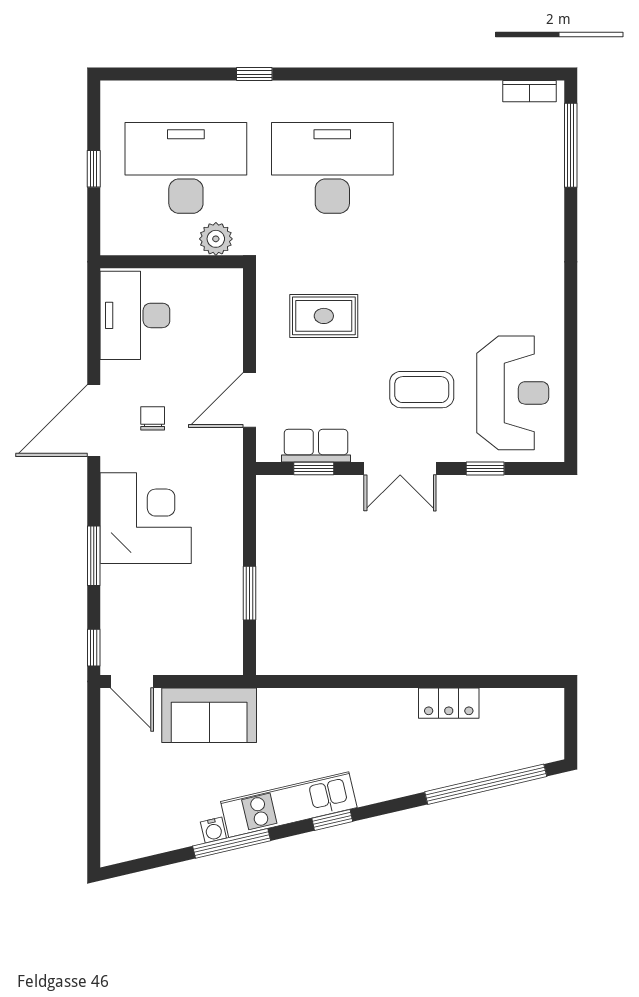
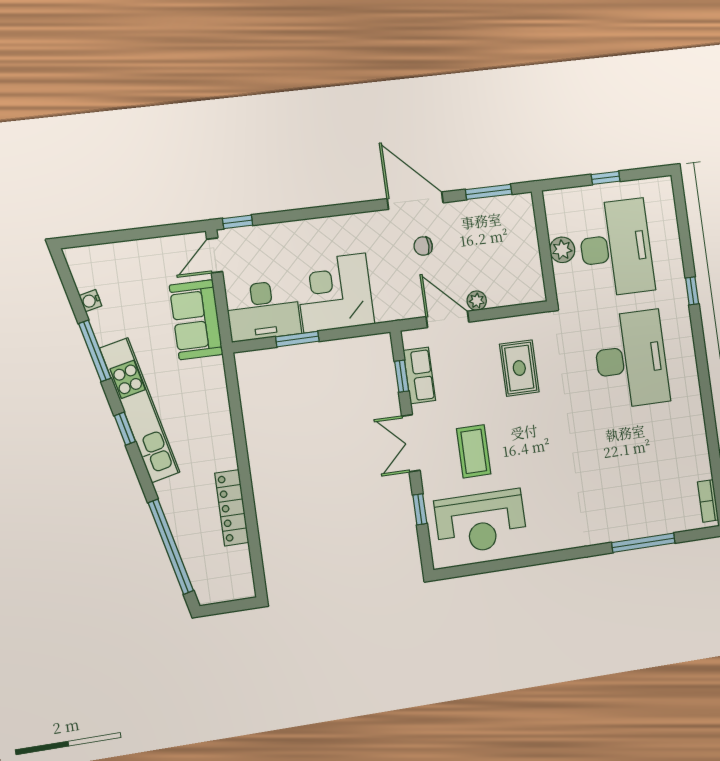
window: (571, 145) -> (643, 543), moved
plant: (216, 239) -> (562, 250), moved
desk: (135, 315) -> (263, 311), moved, turned 180
plant: (231, 359) -> (477, 301), added
chair: (153, 418) -> (423, 246), turned 180
corner desk: (146, 518) -> (335, 293), moved, turned 180
window: (94, 556) -> (489, 192), moved
locker: (449, 703) -> (232, 508), width x1.53
kitchen unit: (289, 805) -> (140, 410), width x1.36
water cooler: (213, 830) -> (90, 301), moved

